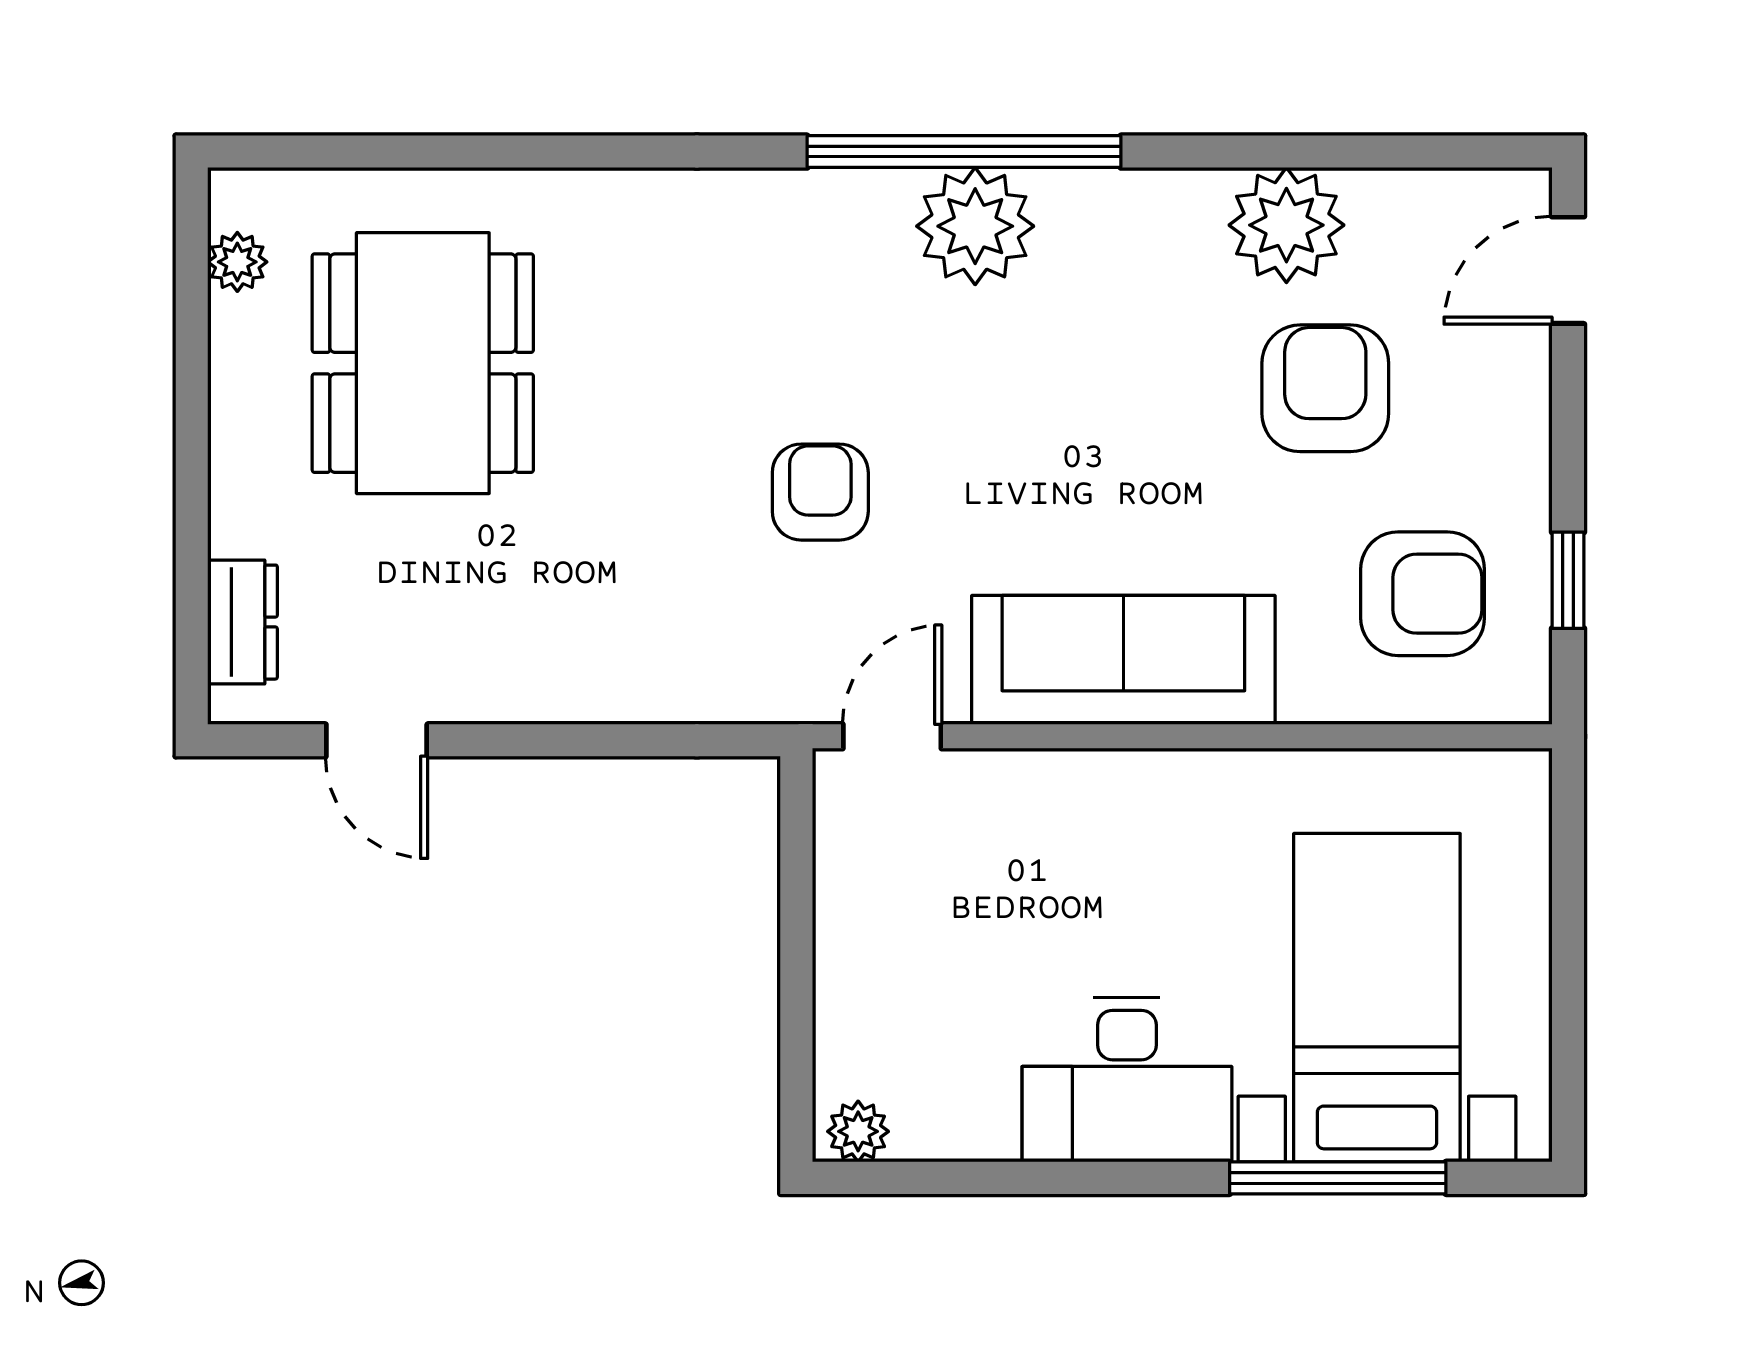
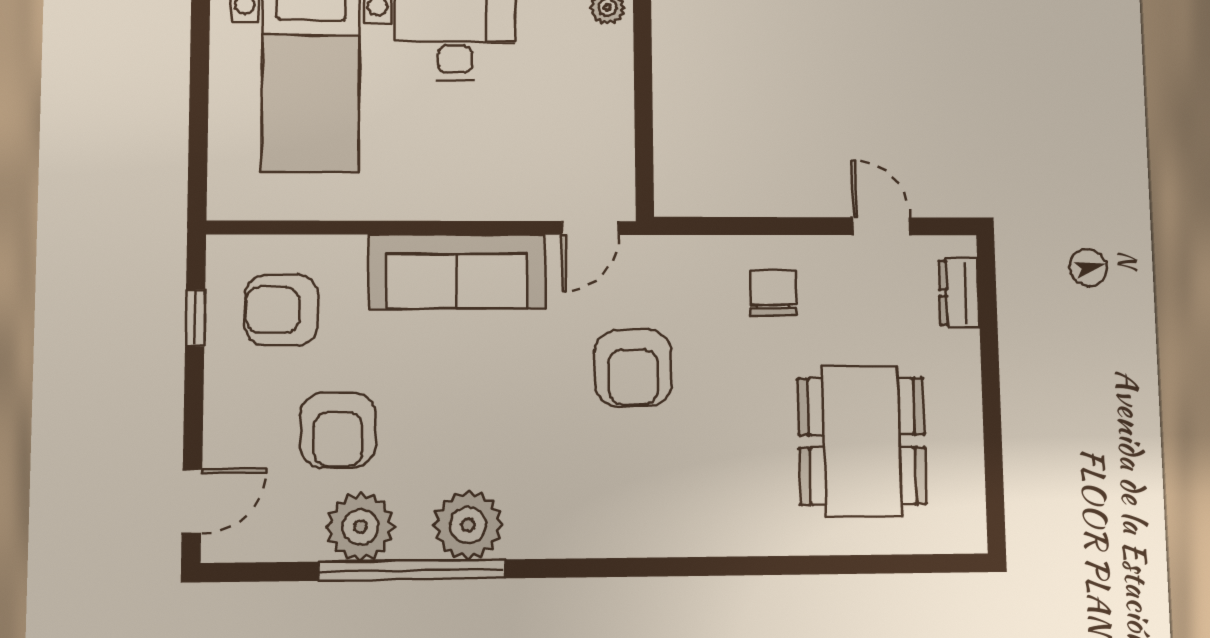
window: (964, 152) -> (412, 570), moved
plant: (975, 226) -> (468, 525), moved
plant: (237, 262) -> (969, 499), removed
armchair: (820, 492) -> (633, 368), width x1.38, depth x1.38
chair: (573, 623) -> (773, 293), added

